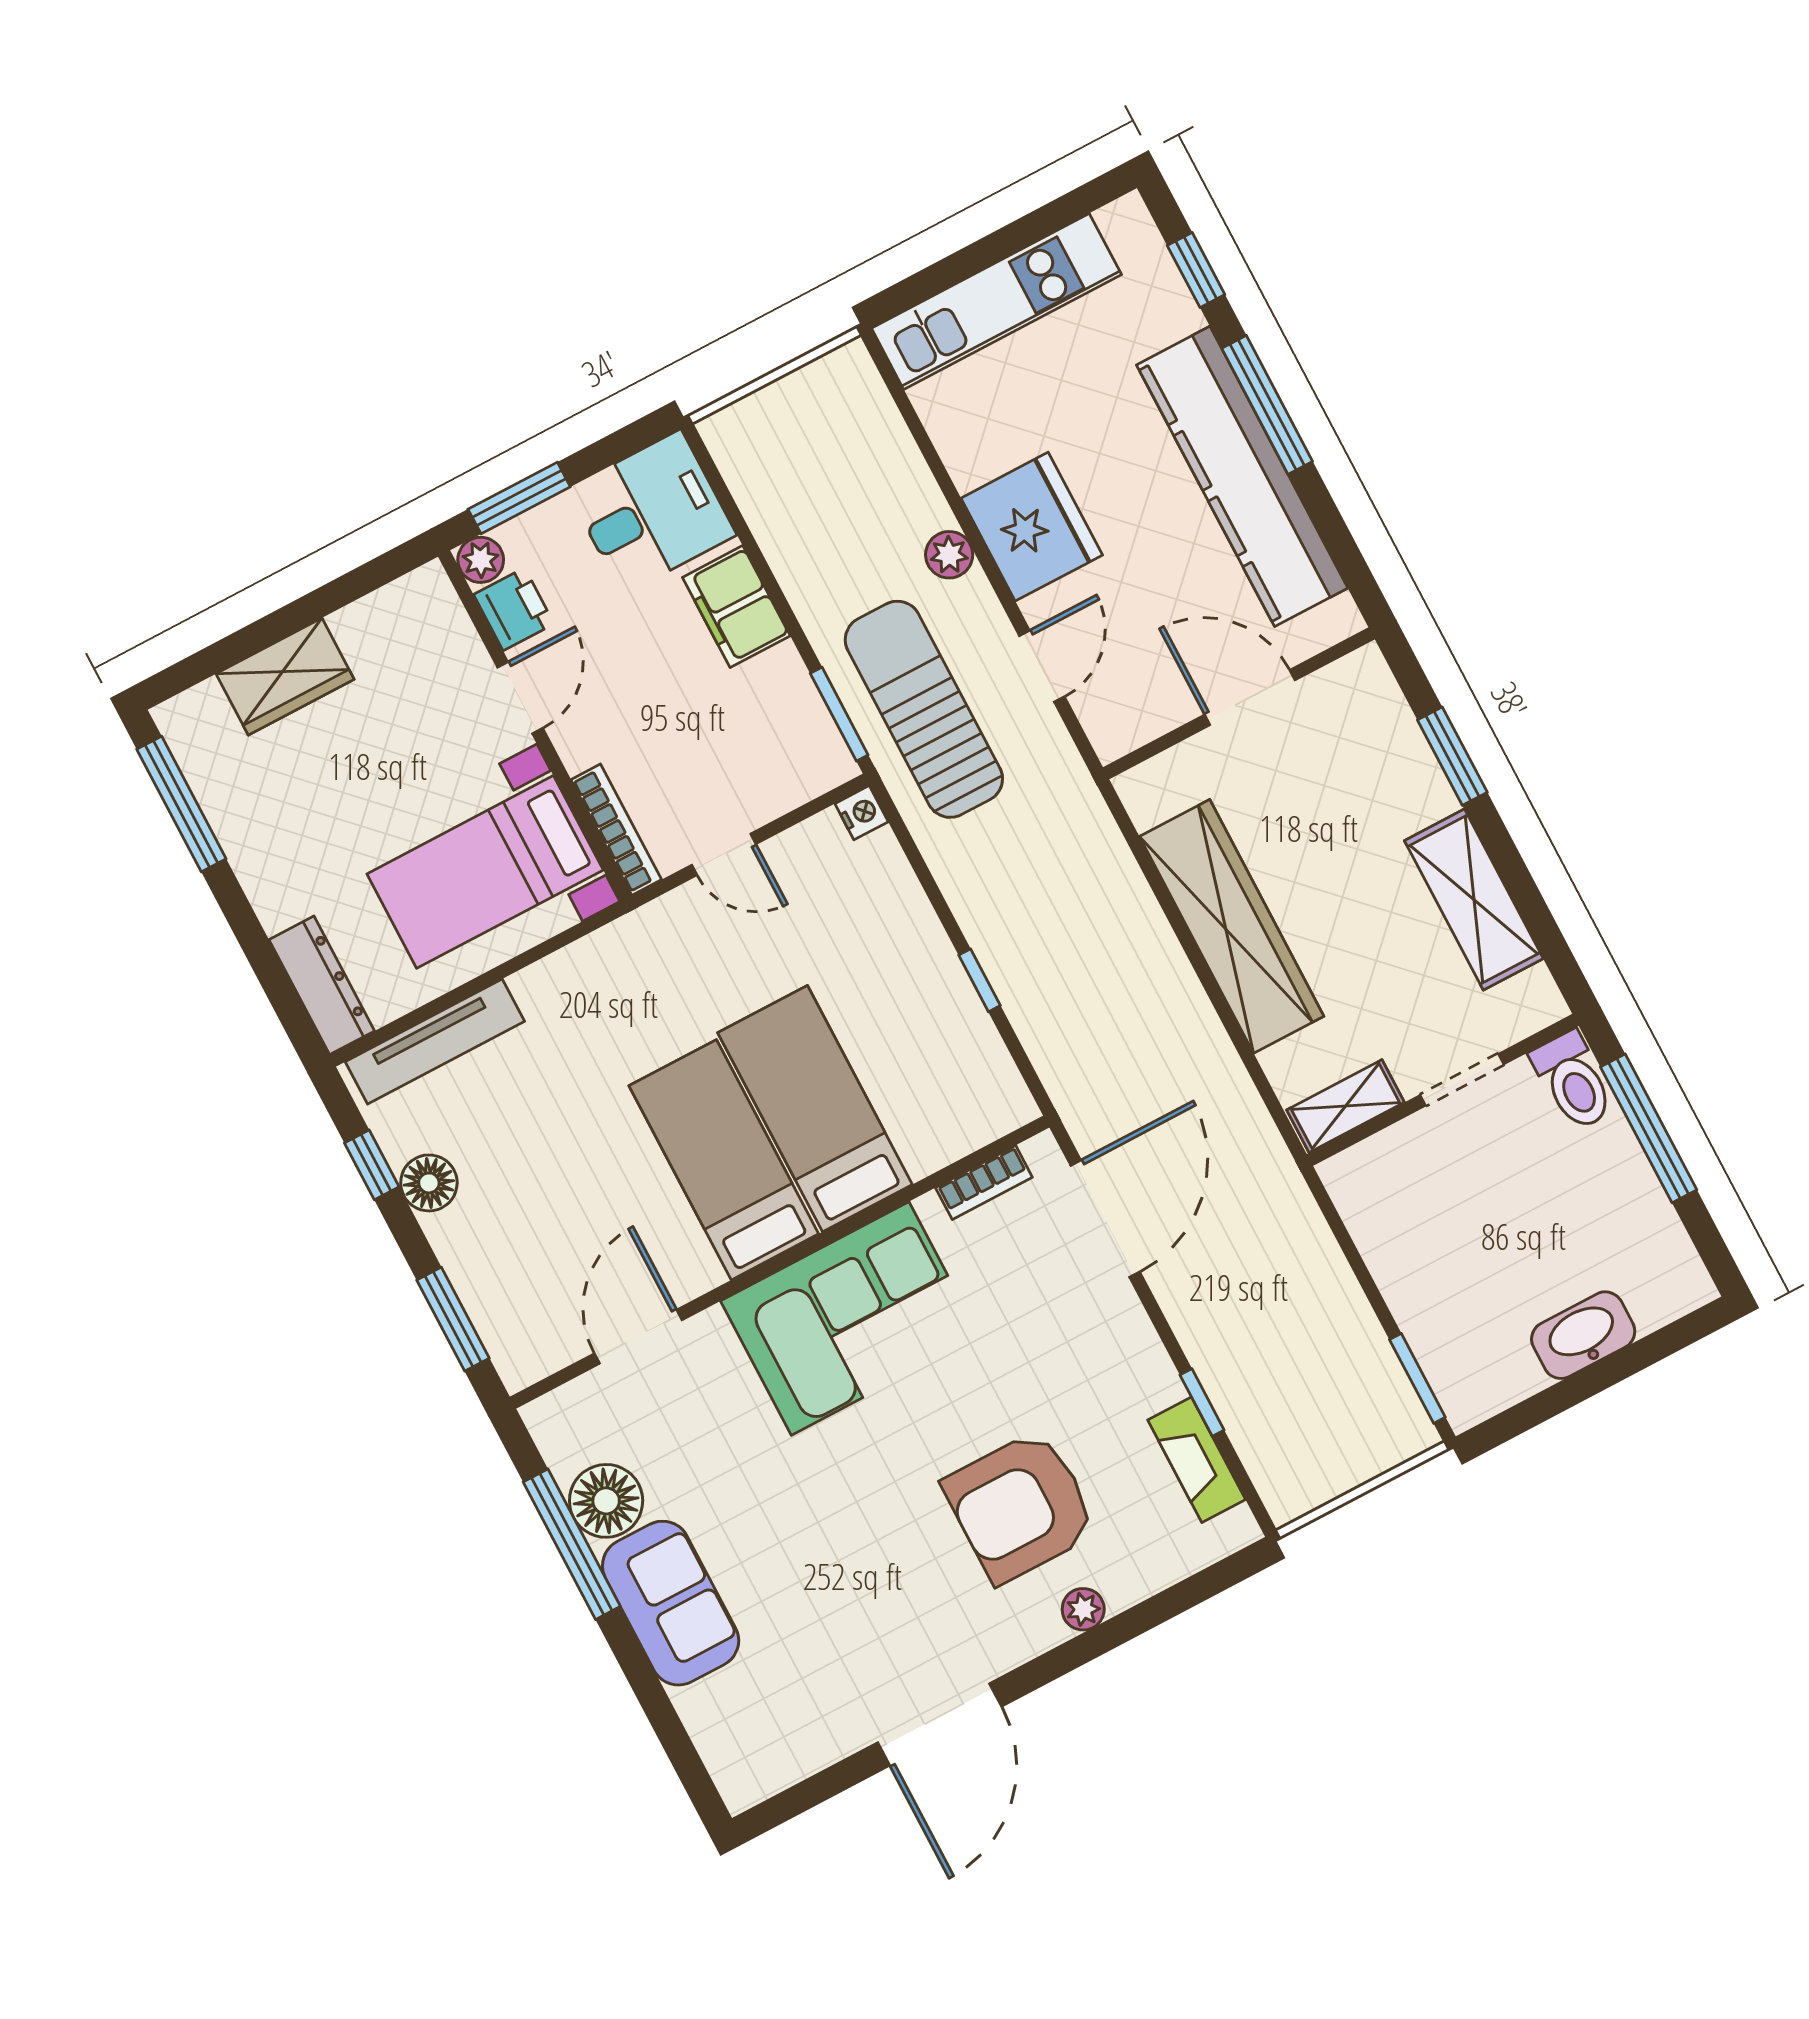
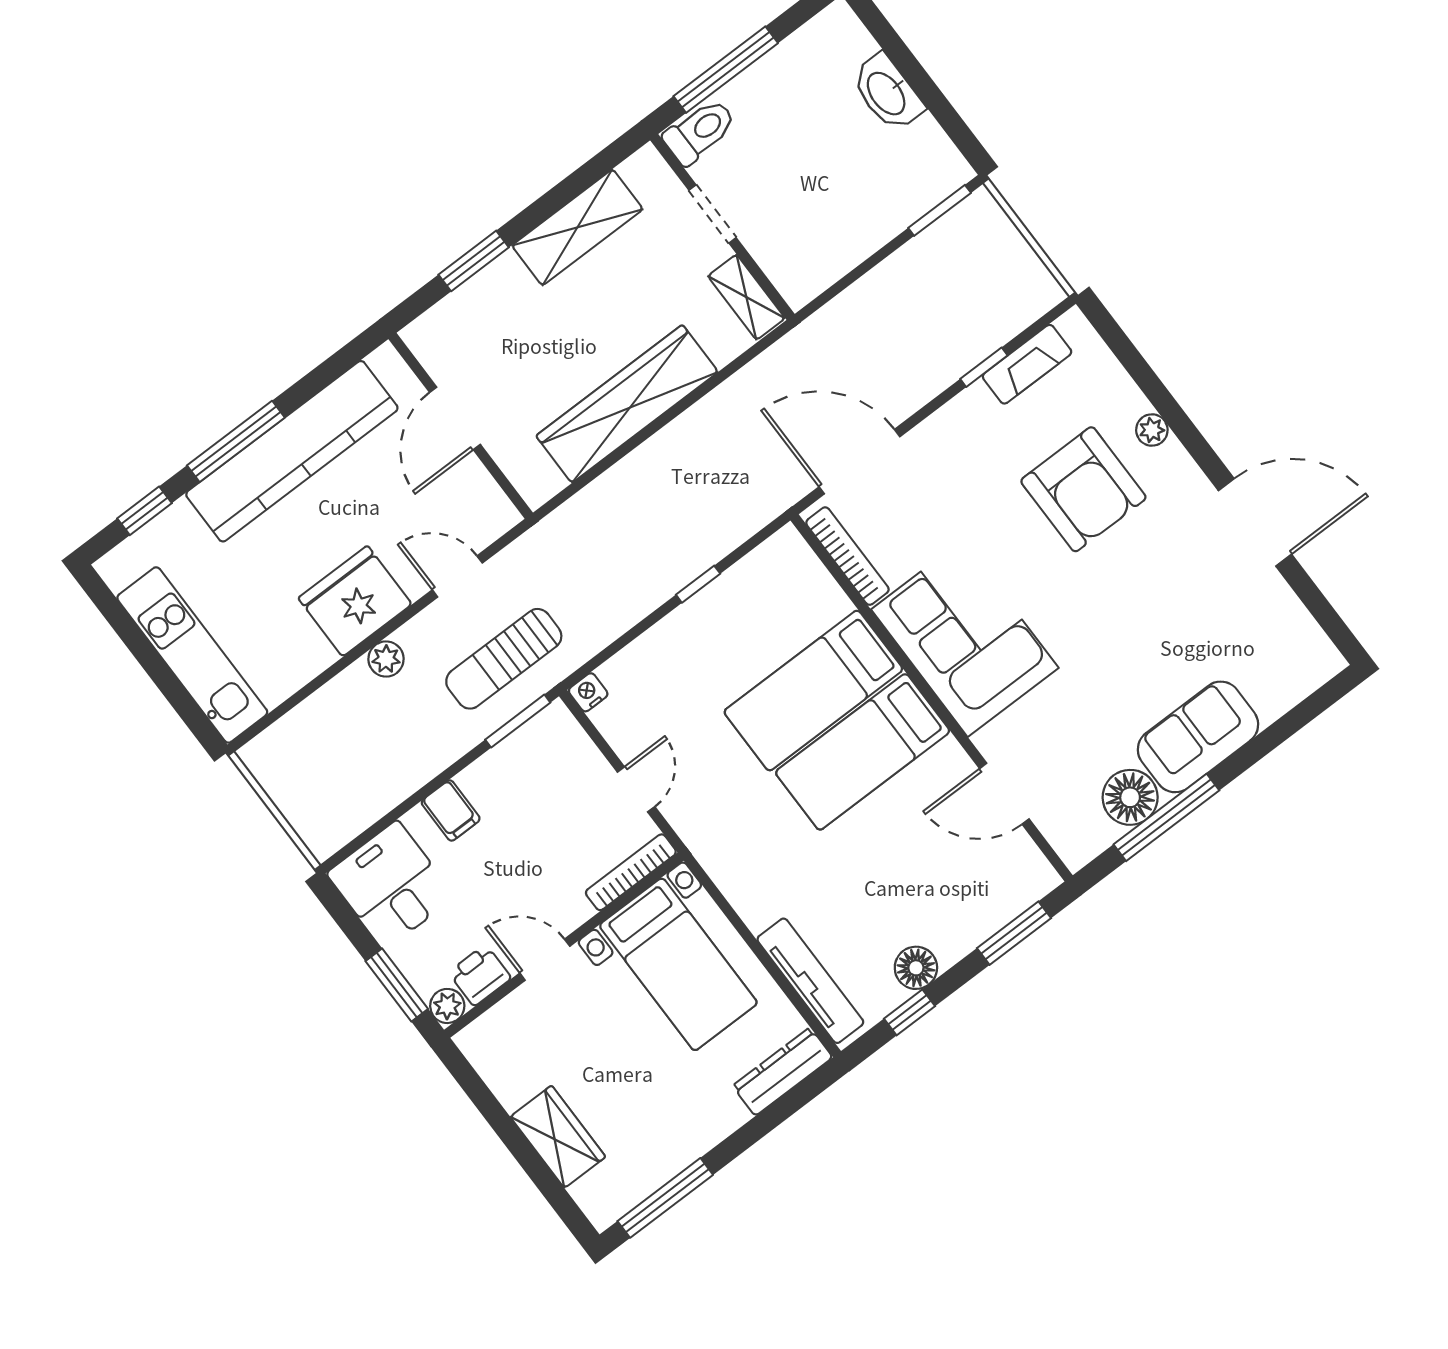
filing cabinet: (736, 607) -> (451, 811), width x0.50
sun lounger: (924, 709) -> (504, 659), width x0.73, depth x0.75
bookcase: (984, 1182) -> (847, 556), width x1.56

